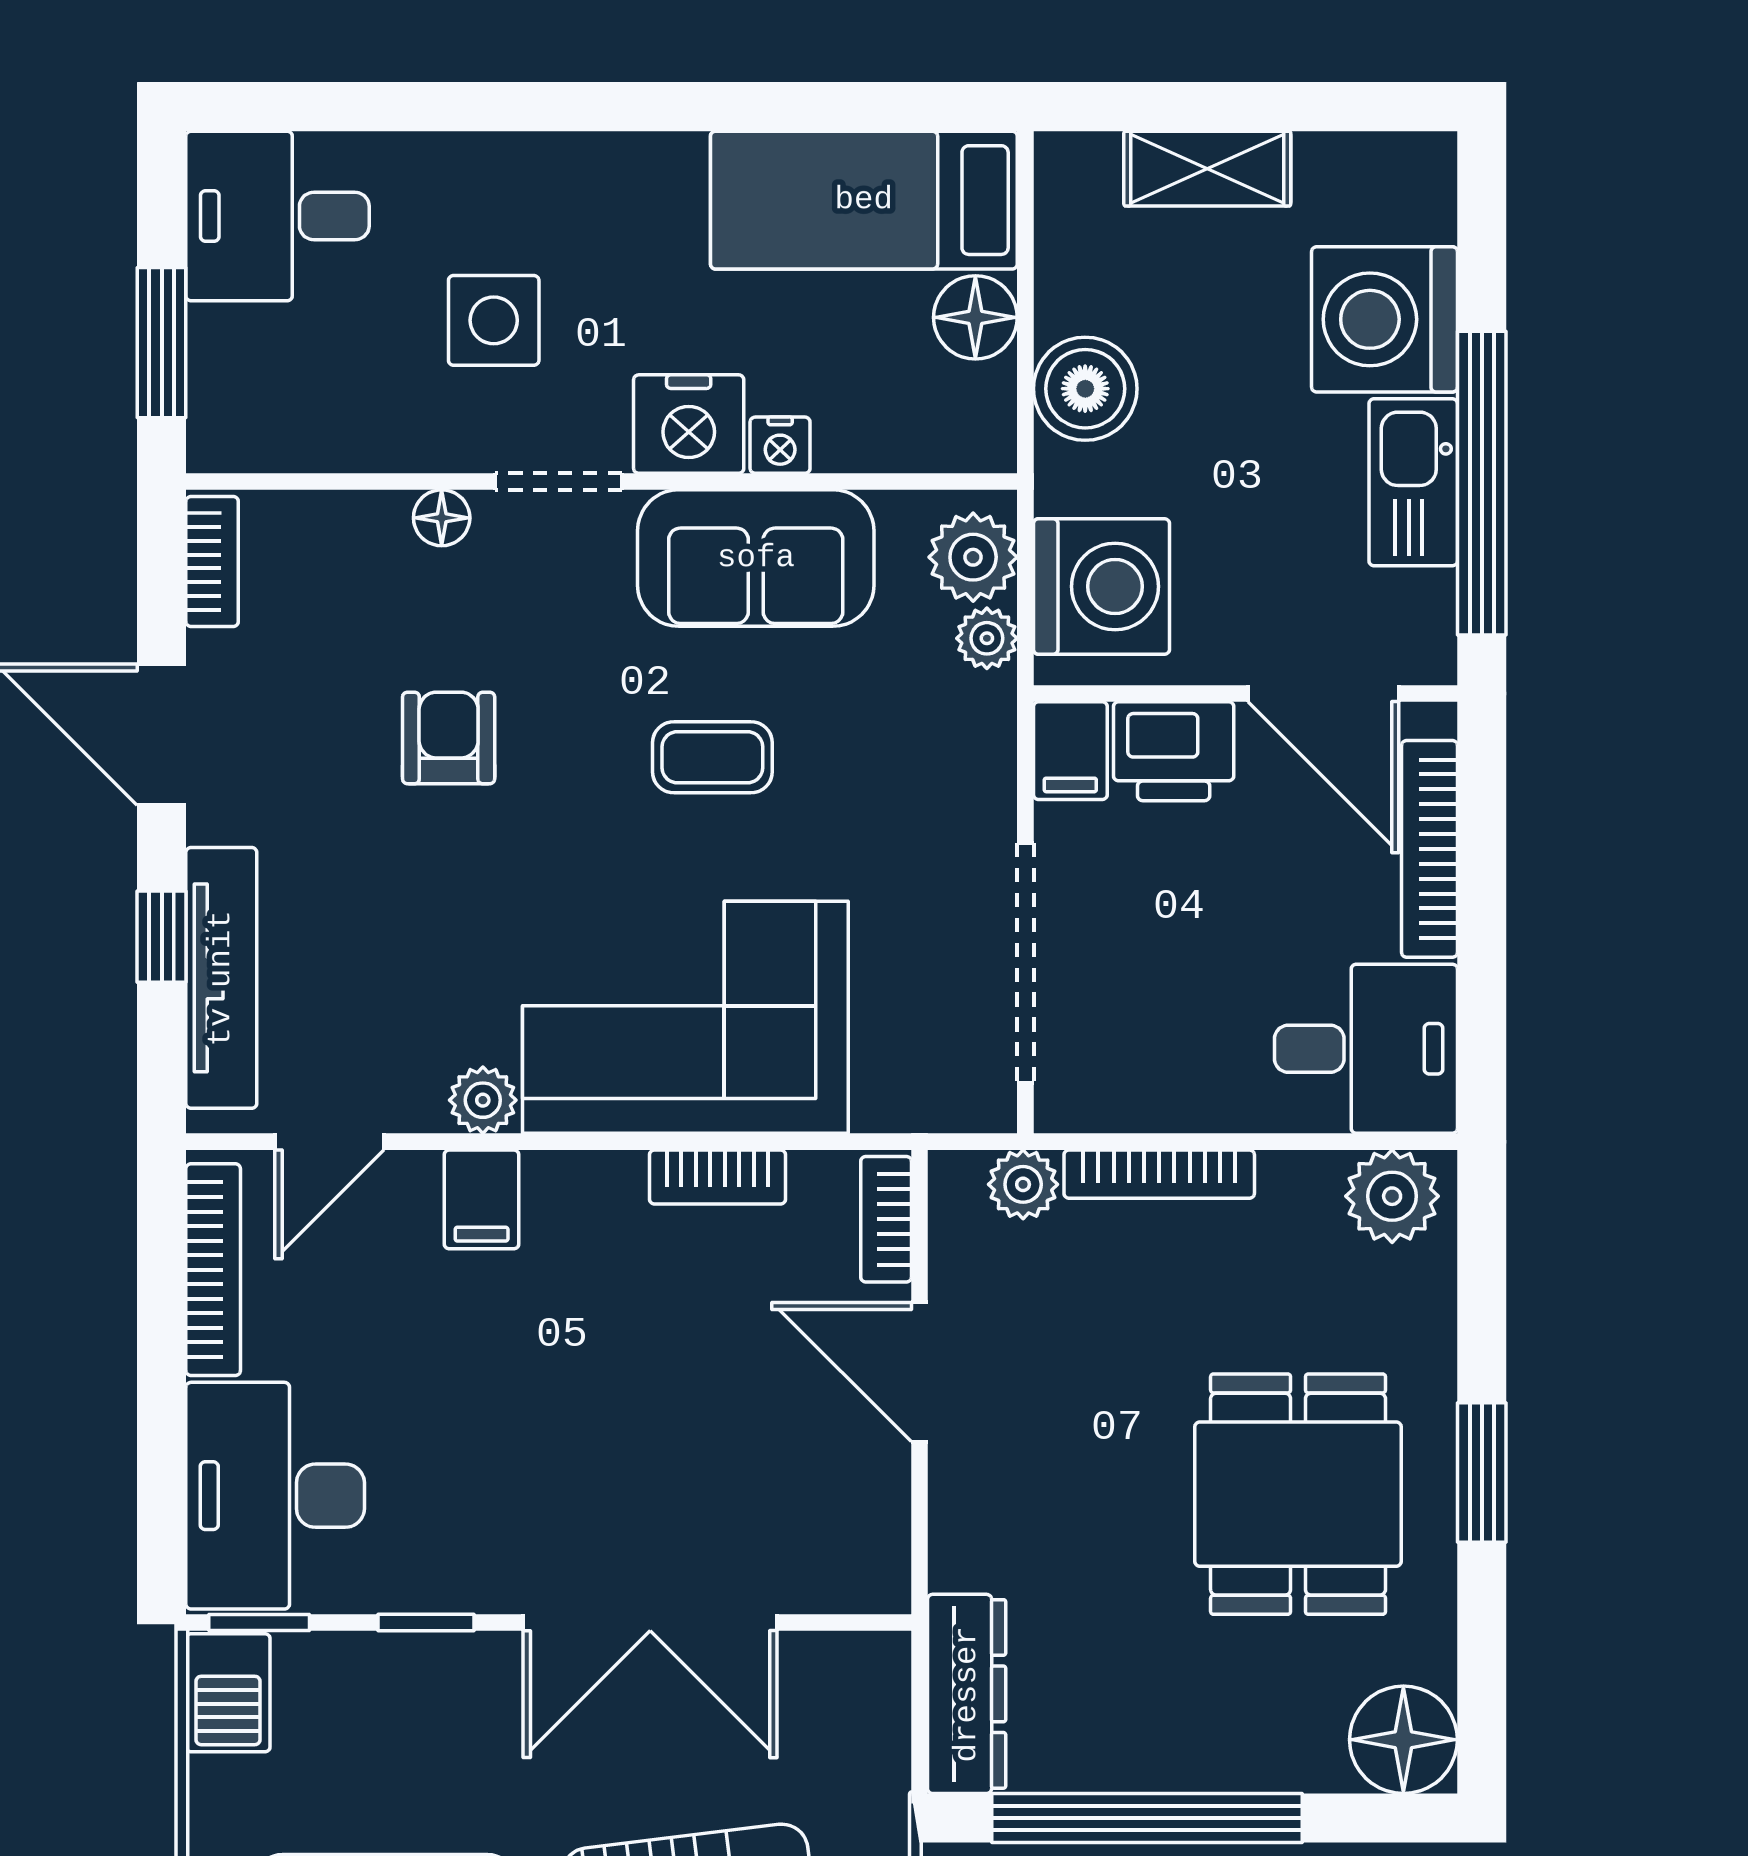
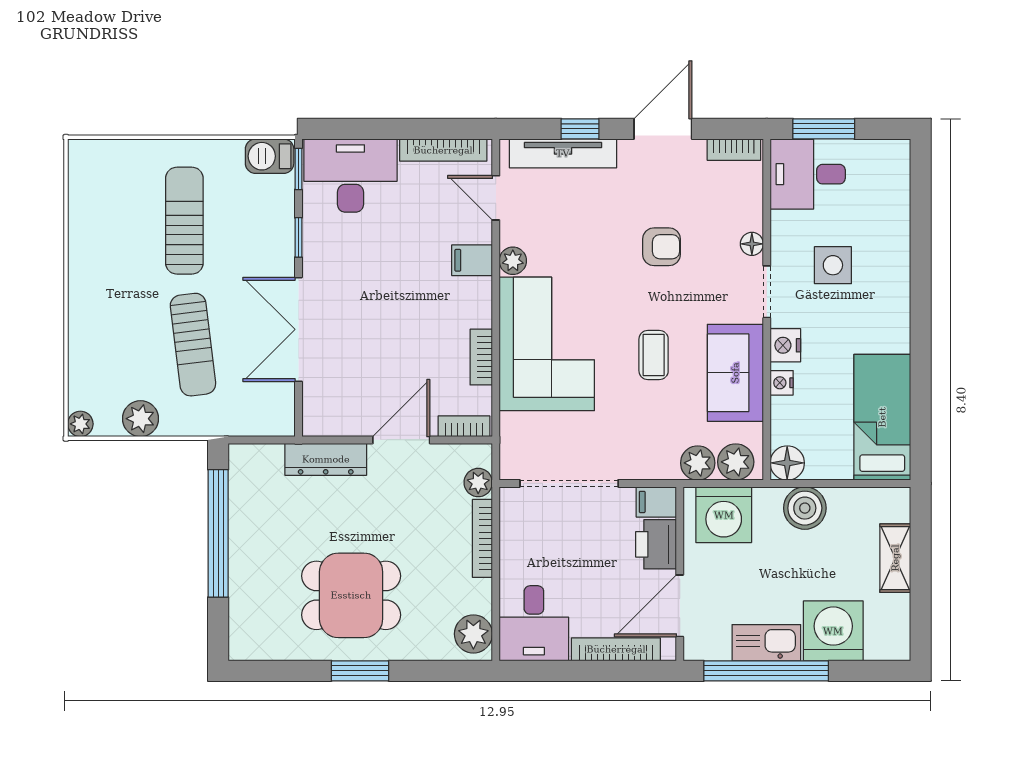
desk: (278, 216) -> (808, 174), moved, turned -90
floor lamp: (975, 317) -> (787, 463), moved
nightstand: (689, 424) -> (785, 345), width x0.74, depth x0.75
plant: (987, 638) -> (698, 463), width x1.38, depth x1.38
dresser: (967, 1694) -> (326, 459), moved
floor lamp: (1403, 1740) -> (250, 639), removed

